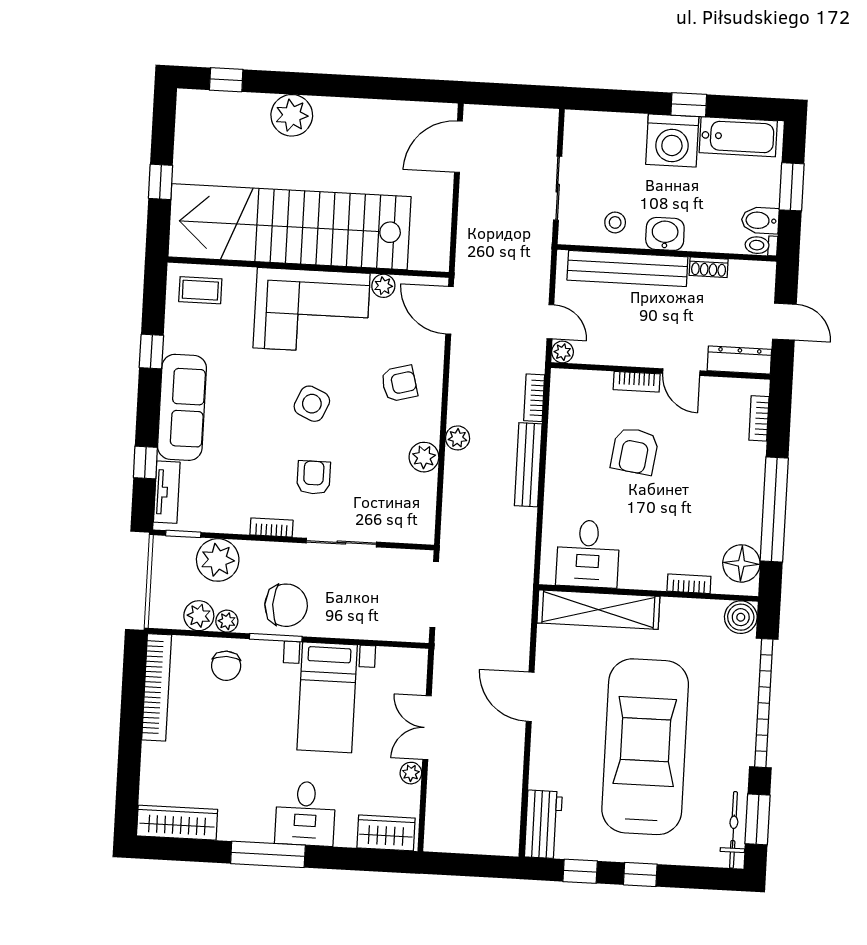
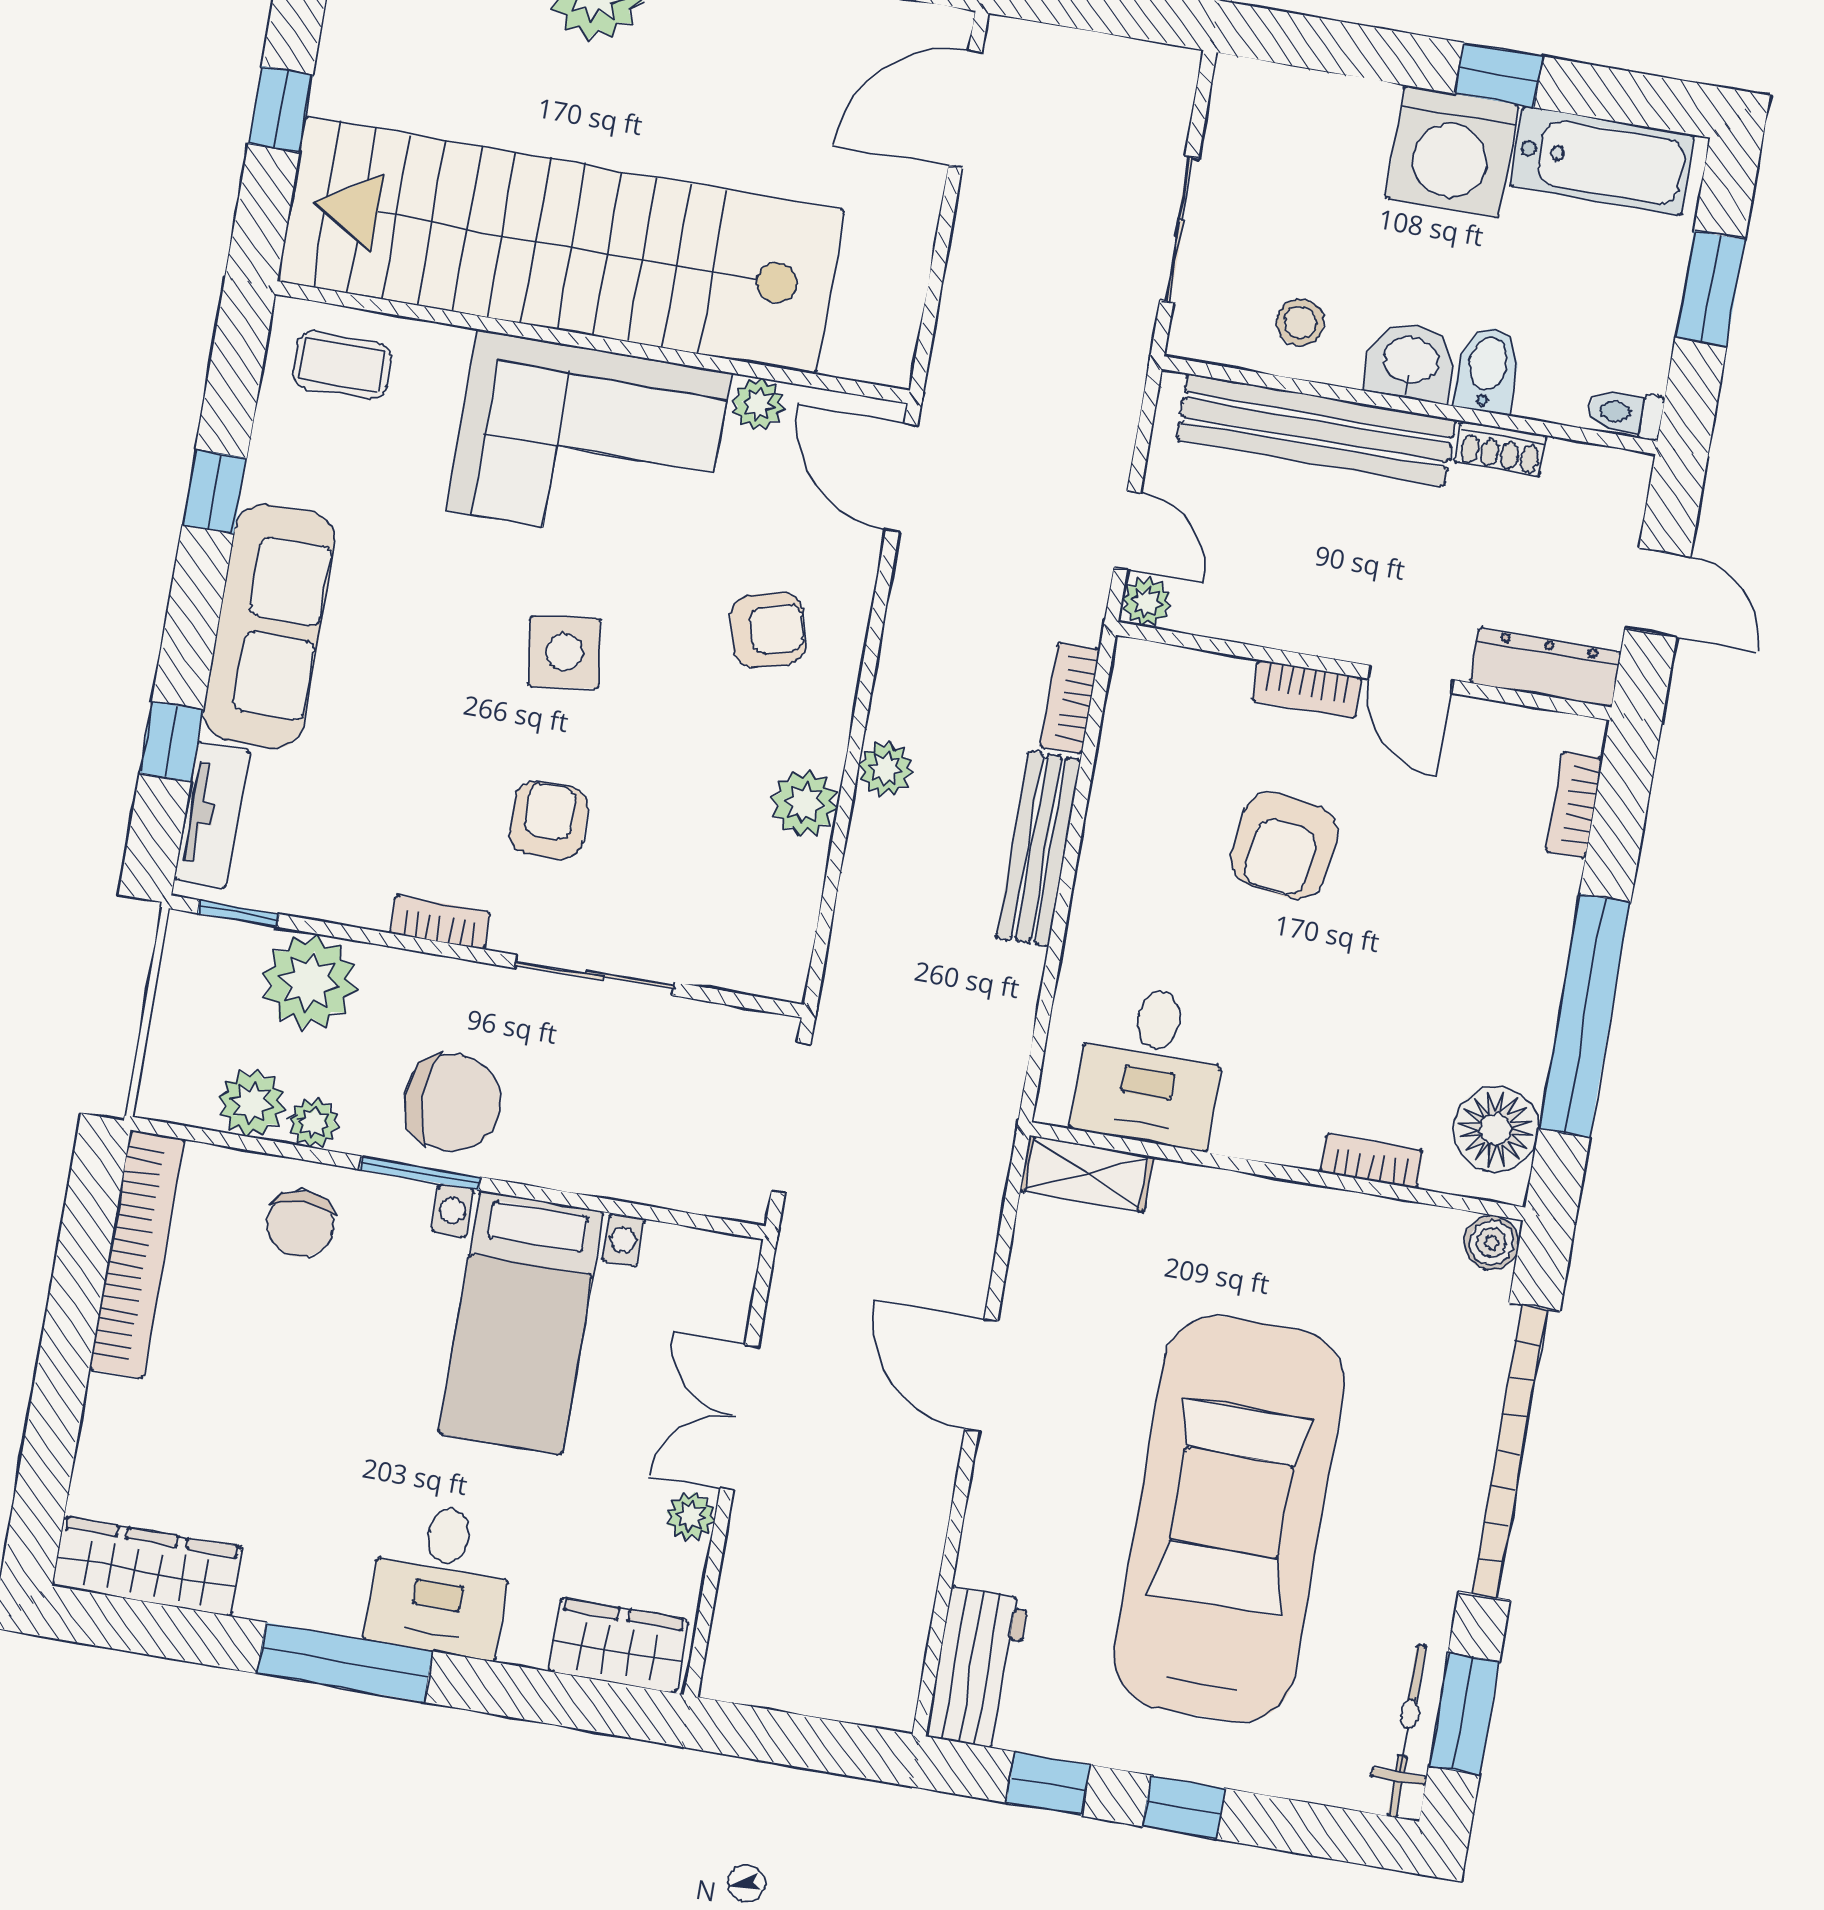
bidet: (760, 220) -> (1488, 369), moved, turned 90
side table: (312, 404) -> (565, 652), turned -32
shelving: (598, 610) -> (1086, 1174), width x0.45, depth x0.75
boiler: (741, 617) -> (1492, 1243), width x0.73, depth x0.73

